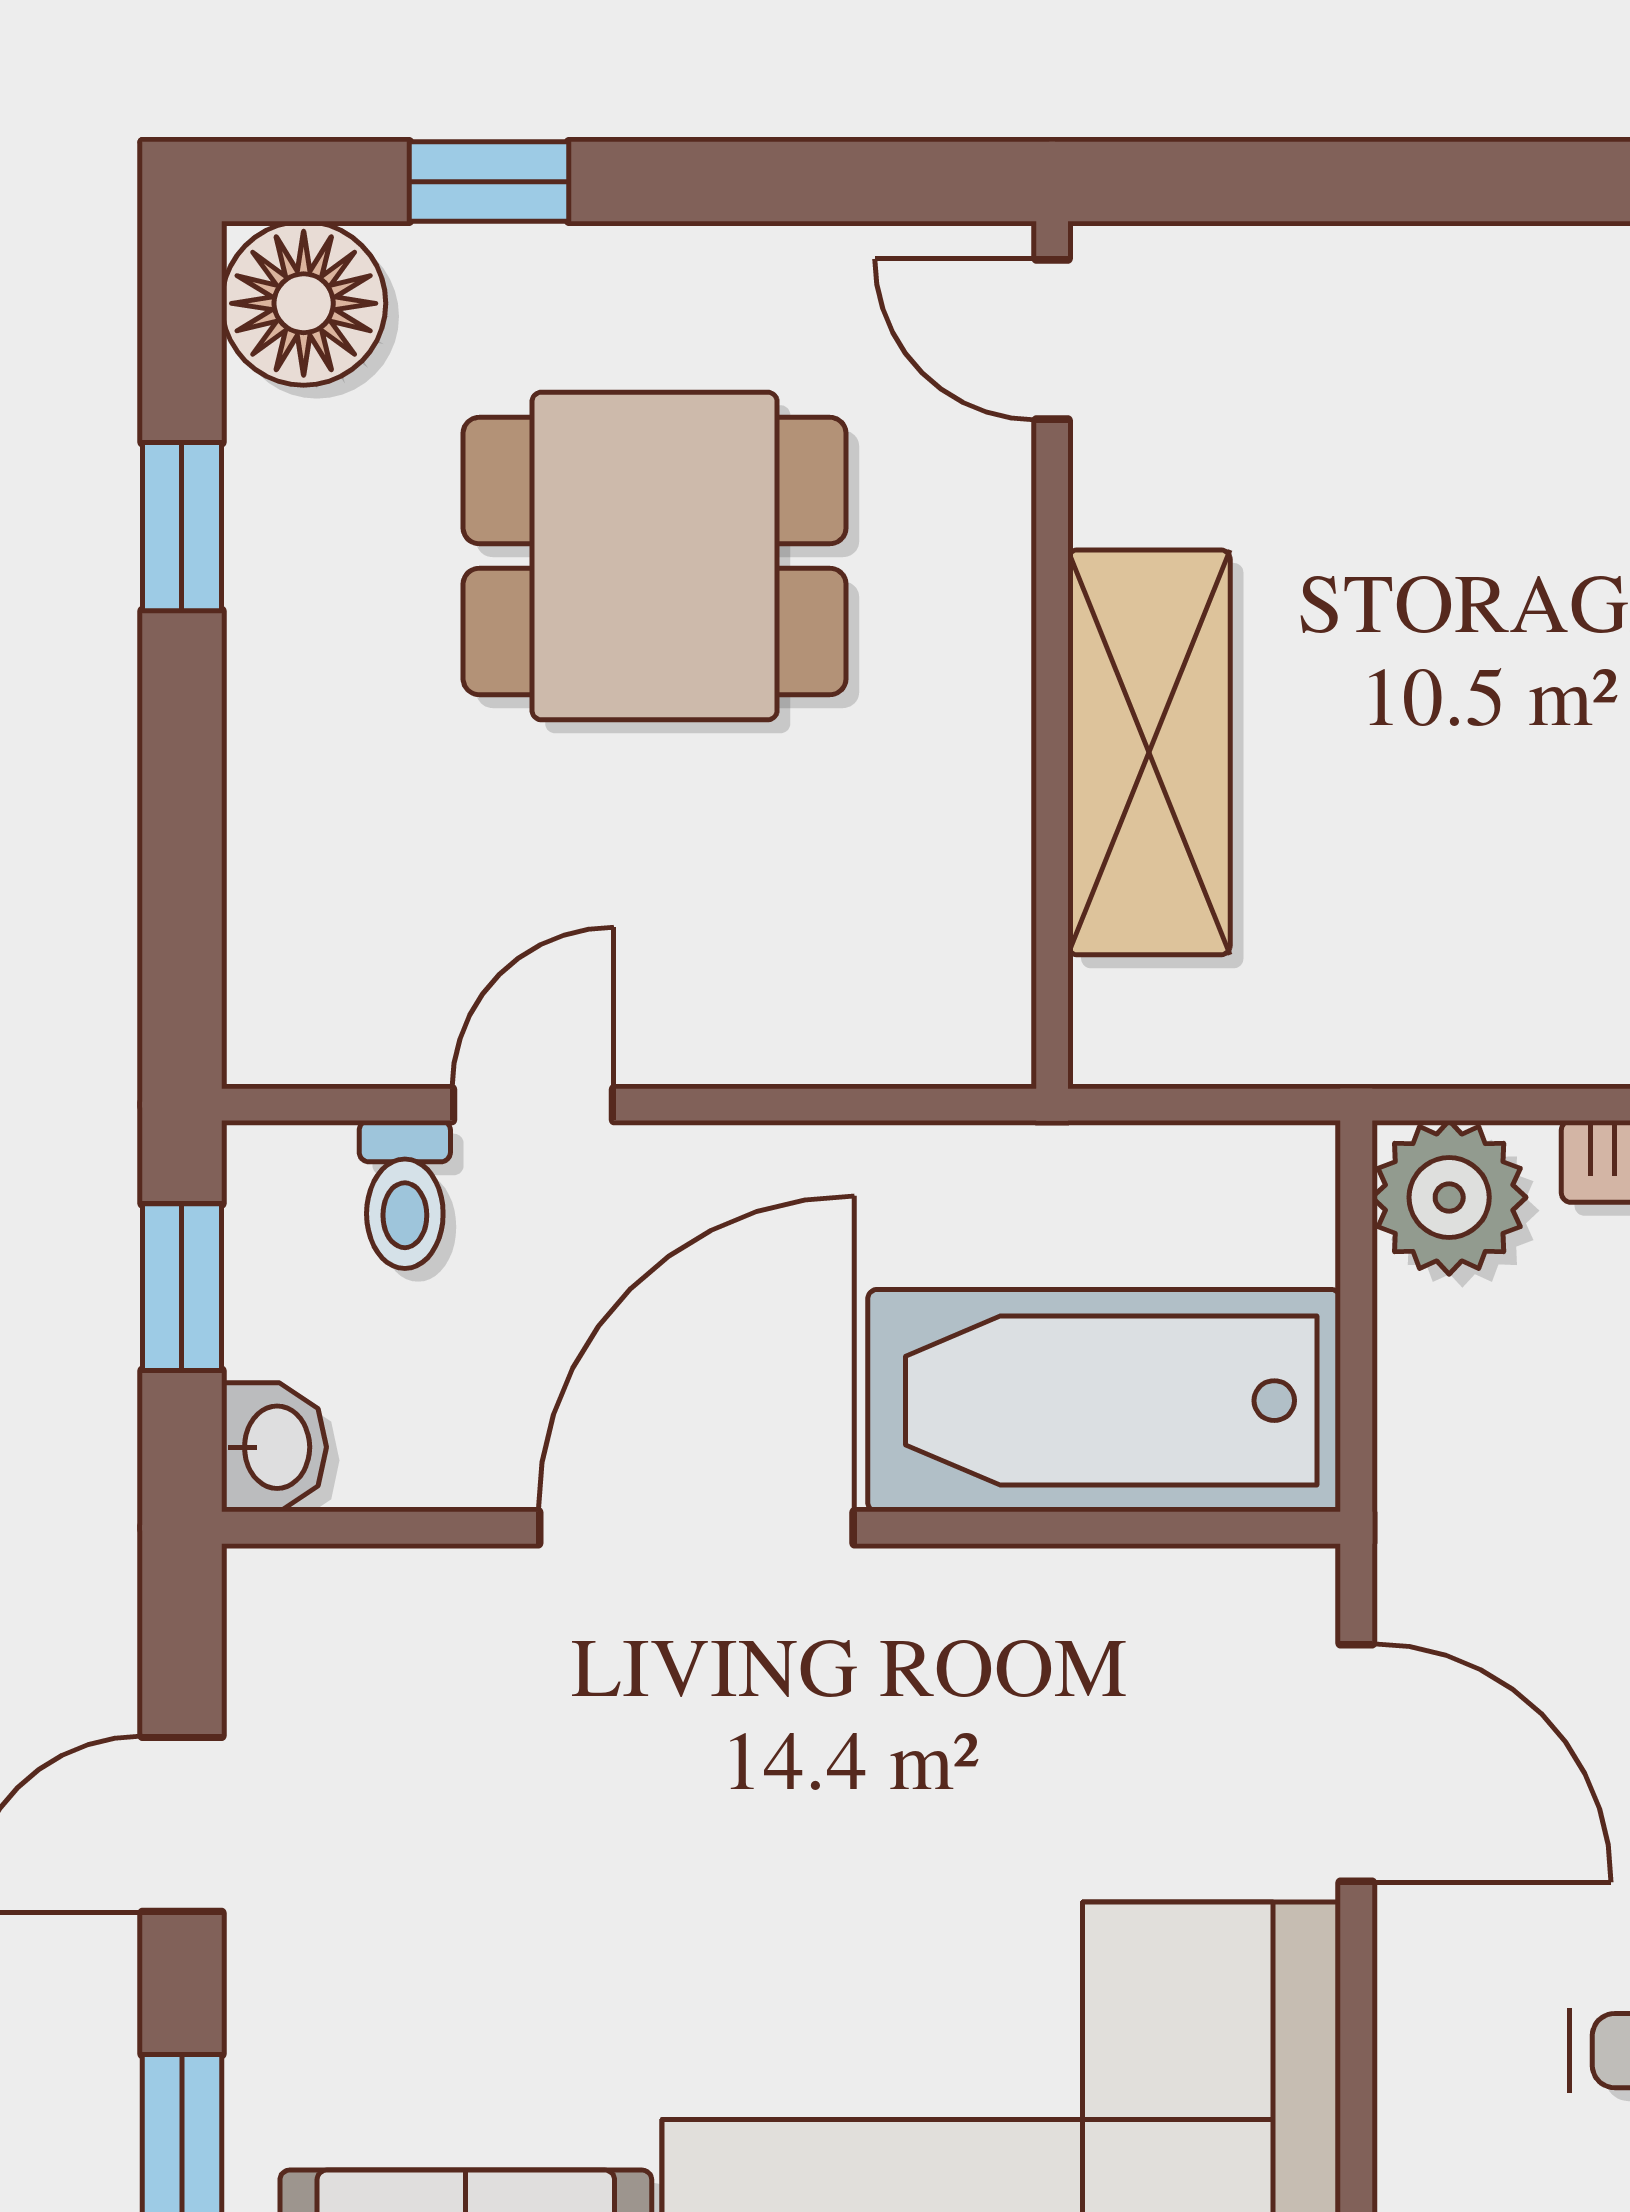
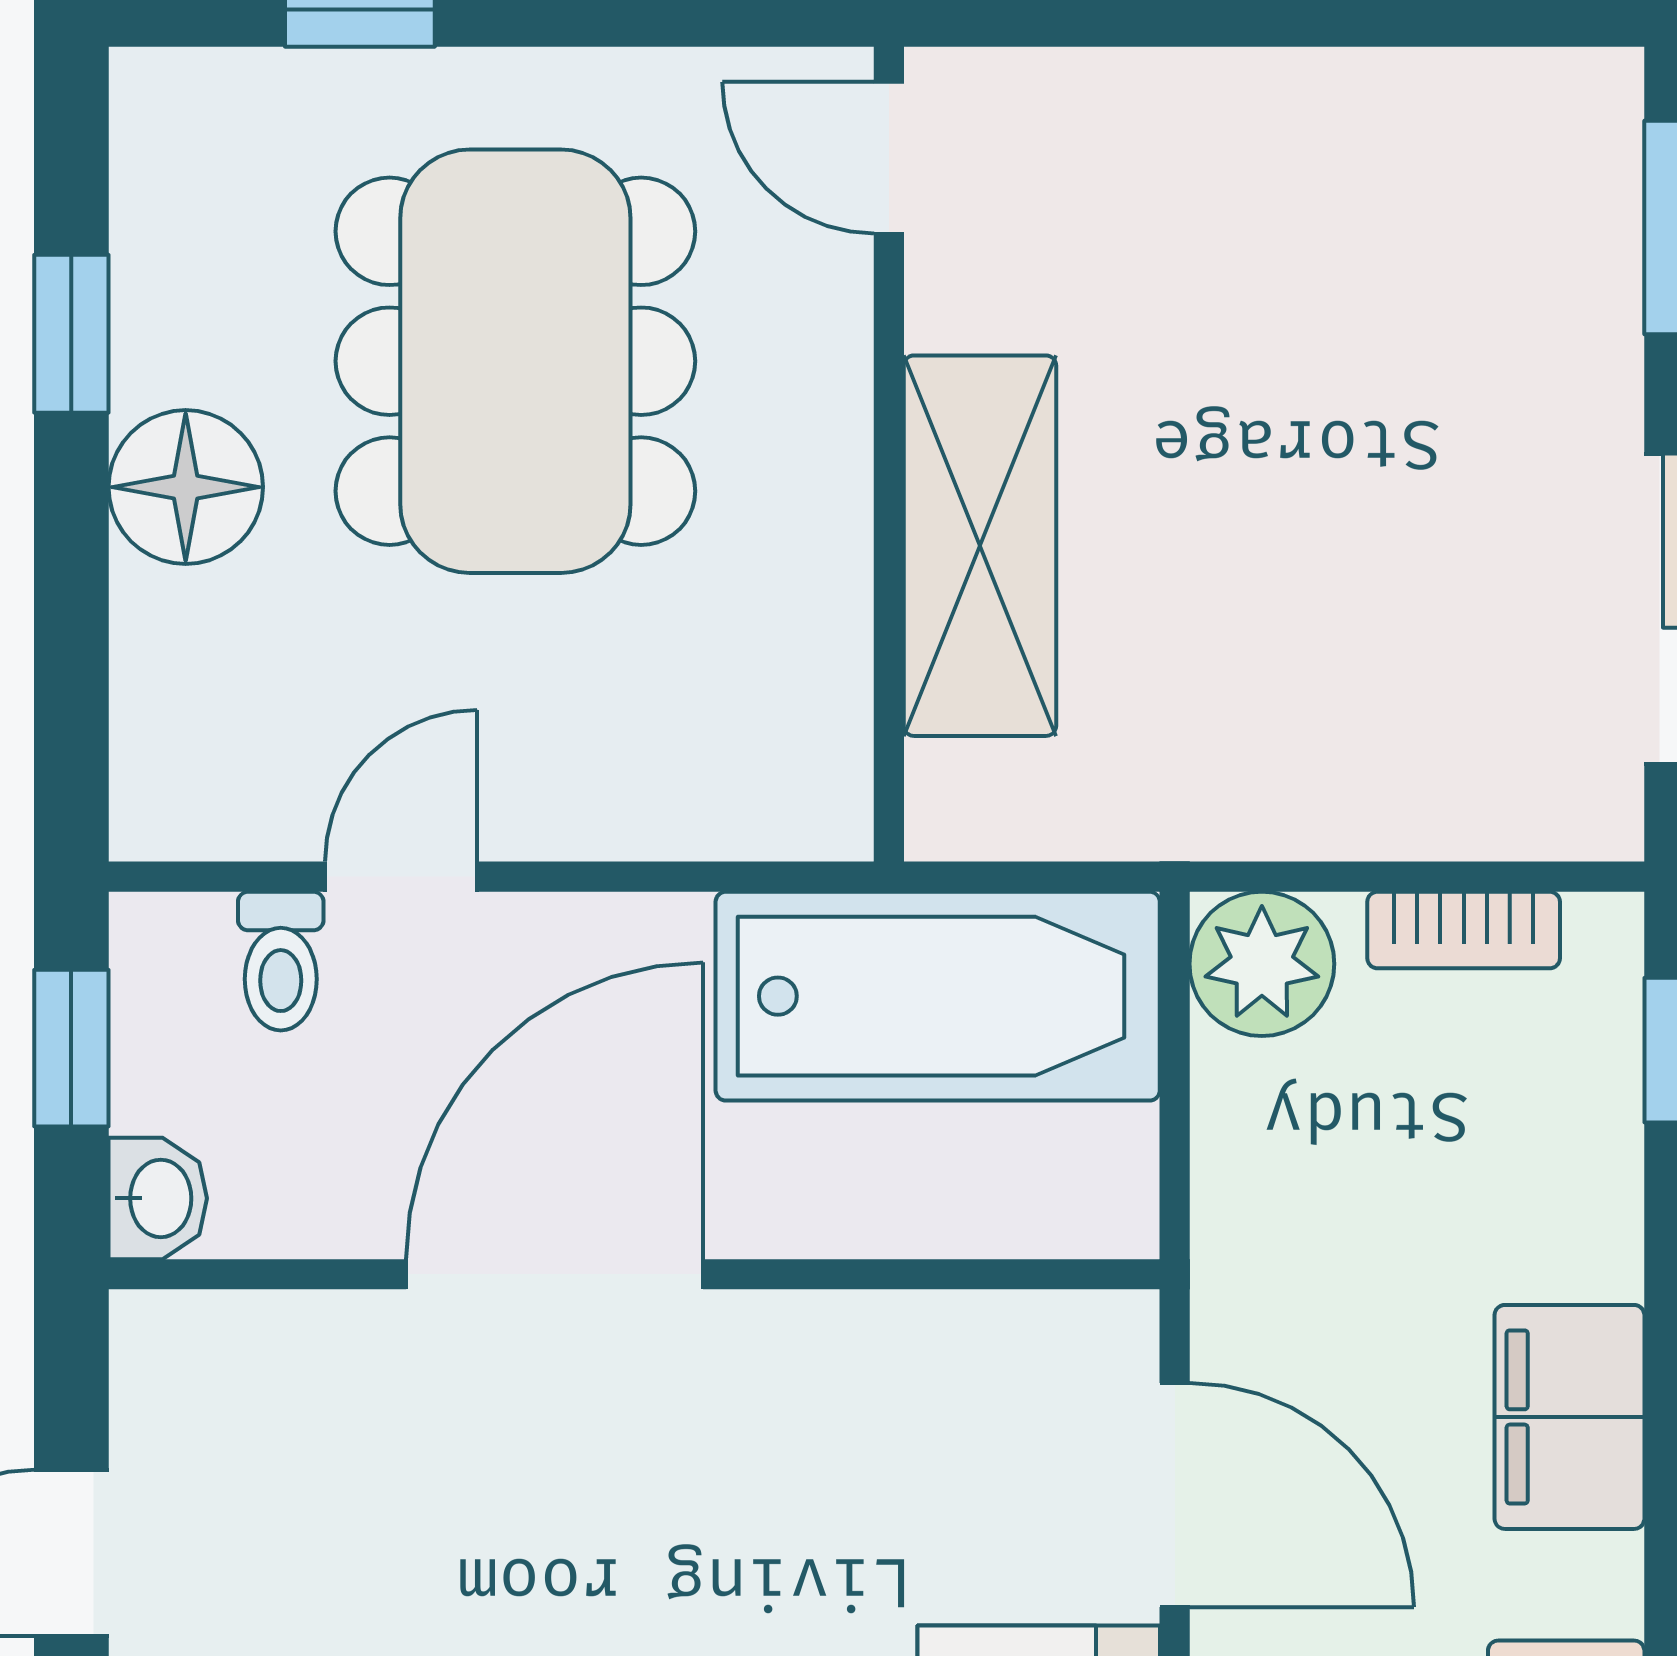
floor lamp: (304, 303) -> (186, 487), moved
dining table: (655, 556) -> (515, 361), width x1.38
bathtub: (1104, 1401) -> (938, 996), moved, turned 180

